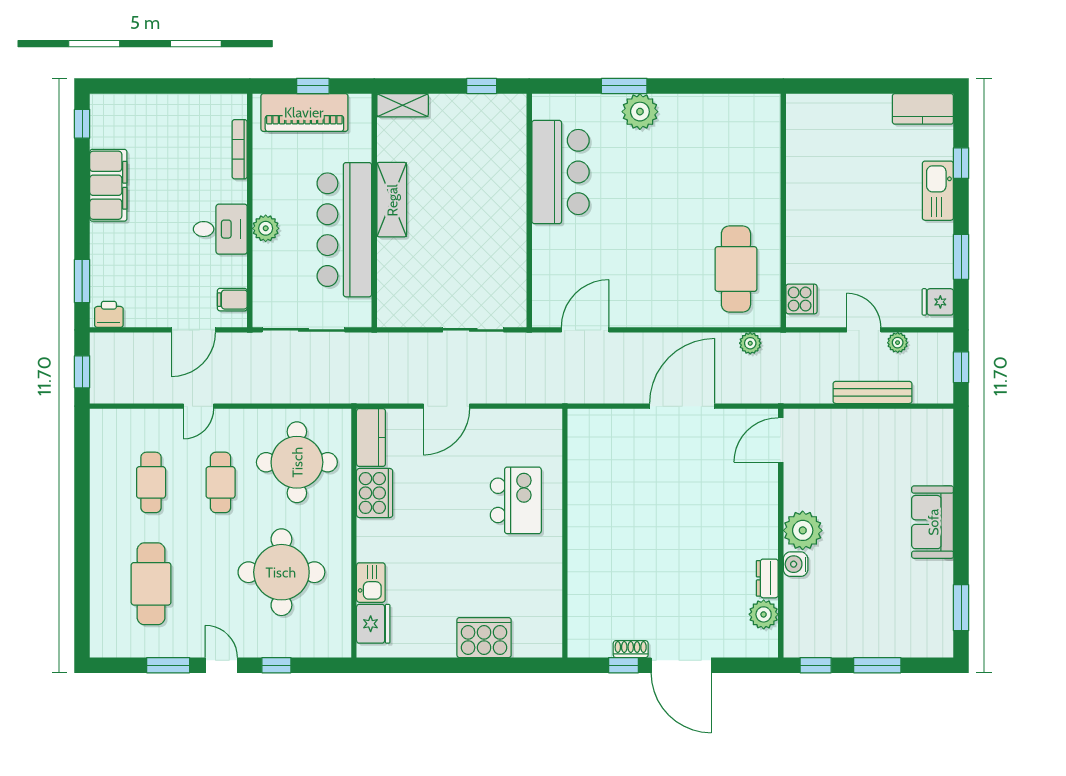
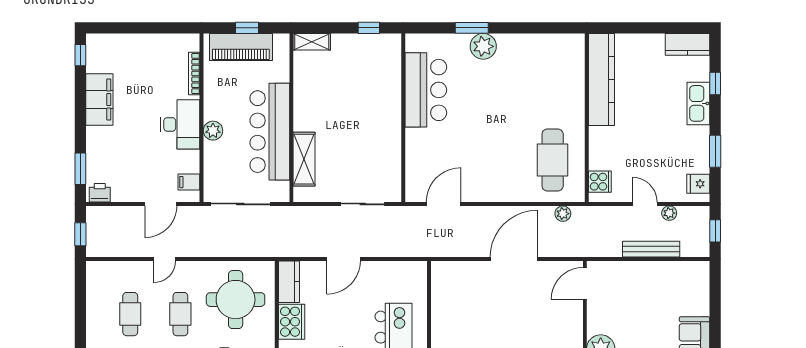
kitchen counter: (804, 158) -> (601, 79), added
shelving: (392, 200) -> (304, 159), moved
desk: (220, 229) -> (180, 124), width x1.37

